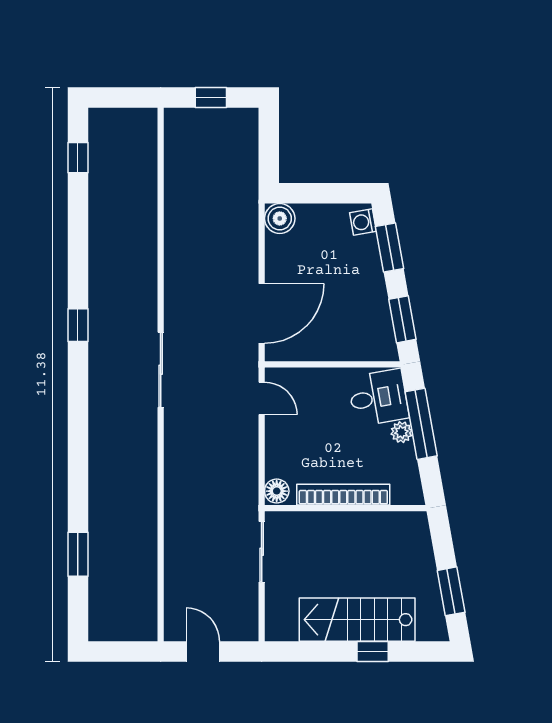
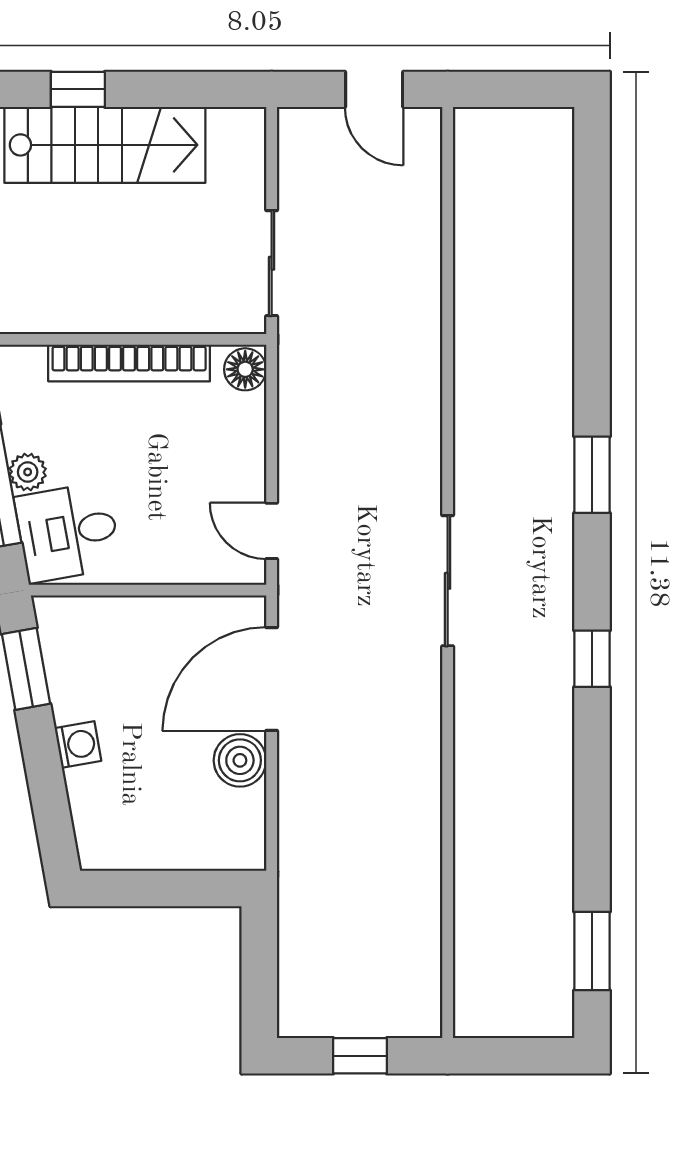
window: (78, 158) -> (592, 951), width x1.50
boiler: (280, 218) -> (240, 760), moved
washing machine: (363, 222) -> (78, 744), moved
window: (390, 248) -> (48, 794), removed
window: (78, 554) -> (592, 475), moved

